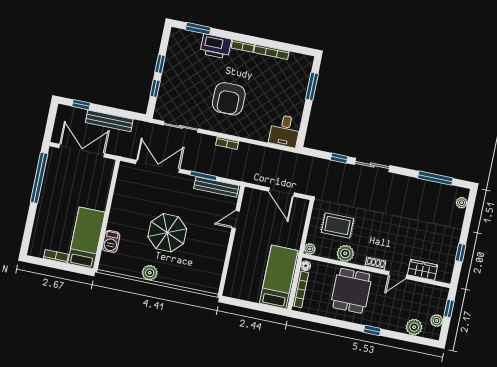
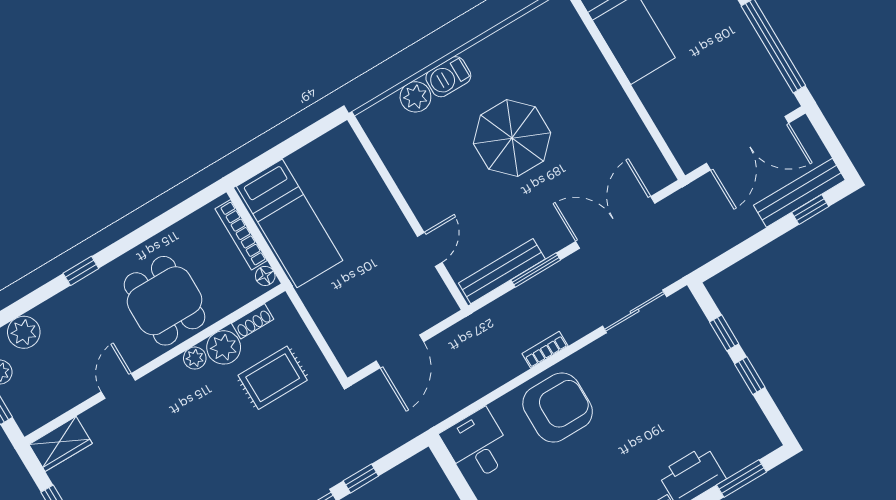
armchair: (229, 99) -> (558, 408), moved, turned 90
bench: (109, 121) -> (799, 193), moved
double door: (158, 166) -> (615, 222), swing flipped
door: (281, 192) -> (400, 351), swing flipped
barbecue: (111, 241) -> (448, 77), moved, turned -90
plant: (310, 249) -> (195, 358), moved
shoe rack: (376, 264) -> (253, 321), moved
wardrobe: (423, 270) -> (61, 444), moved
plant: (150, 273) -> (415, 97), moved

